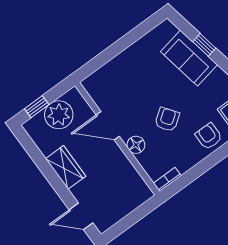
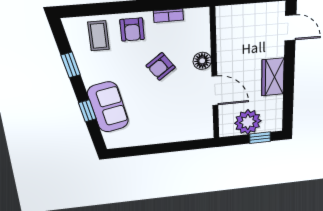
bookcase: (167, 179) -> (168, 16), moved

